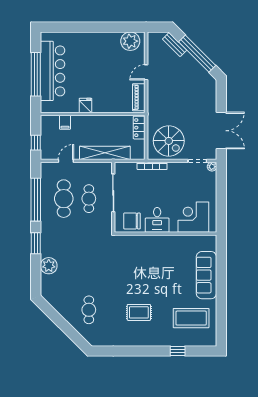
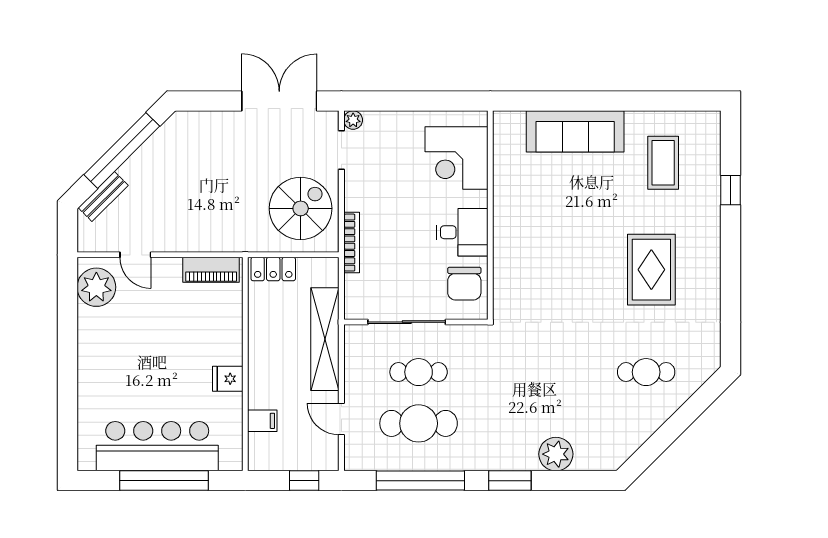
door: (146, 72) -> (135, 255), moved
rug: (139, 312) -> (651, 270), width x1.36, depth x1.43
coffee table: (191, 318) -> (663, 163), width x0.73, depth x0.76

